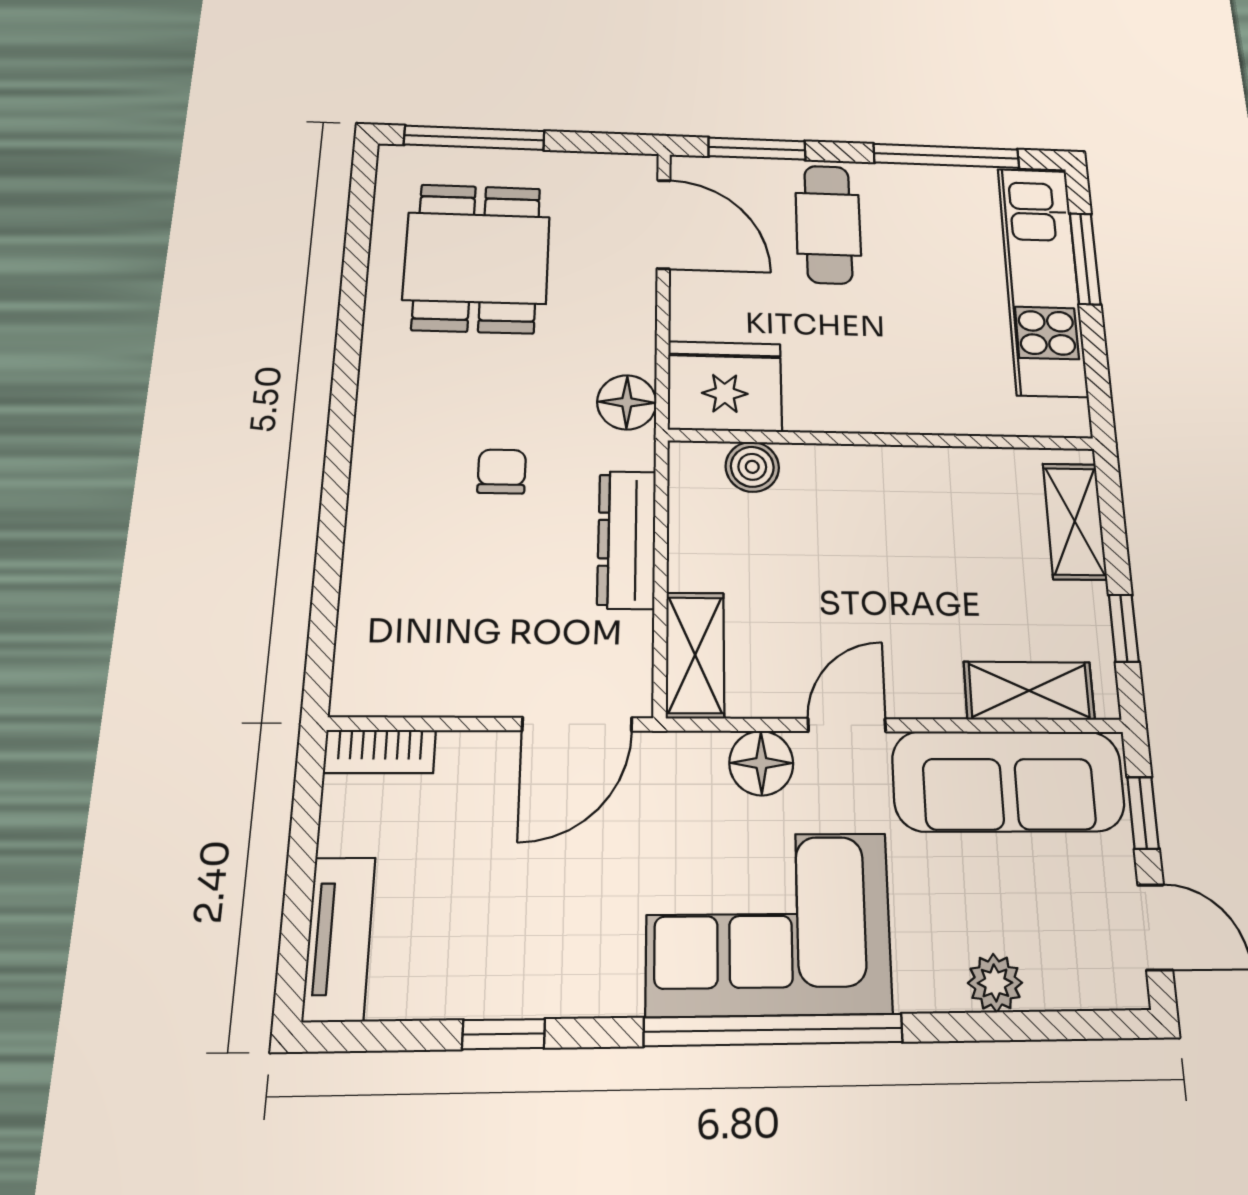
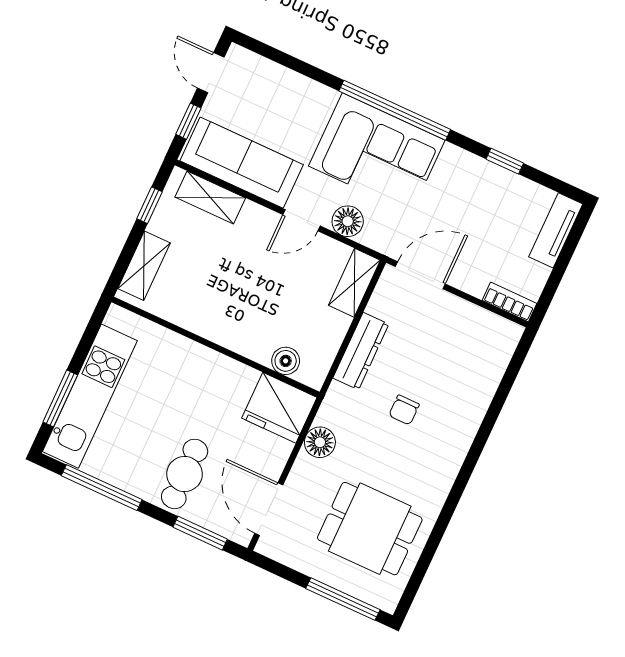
dining table: (477, 258) -> (370, 529), turned 90
floor lamp: (627, 402) -> (320, 442), moved
plant: (995, 983) -> (293, 84), removed

